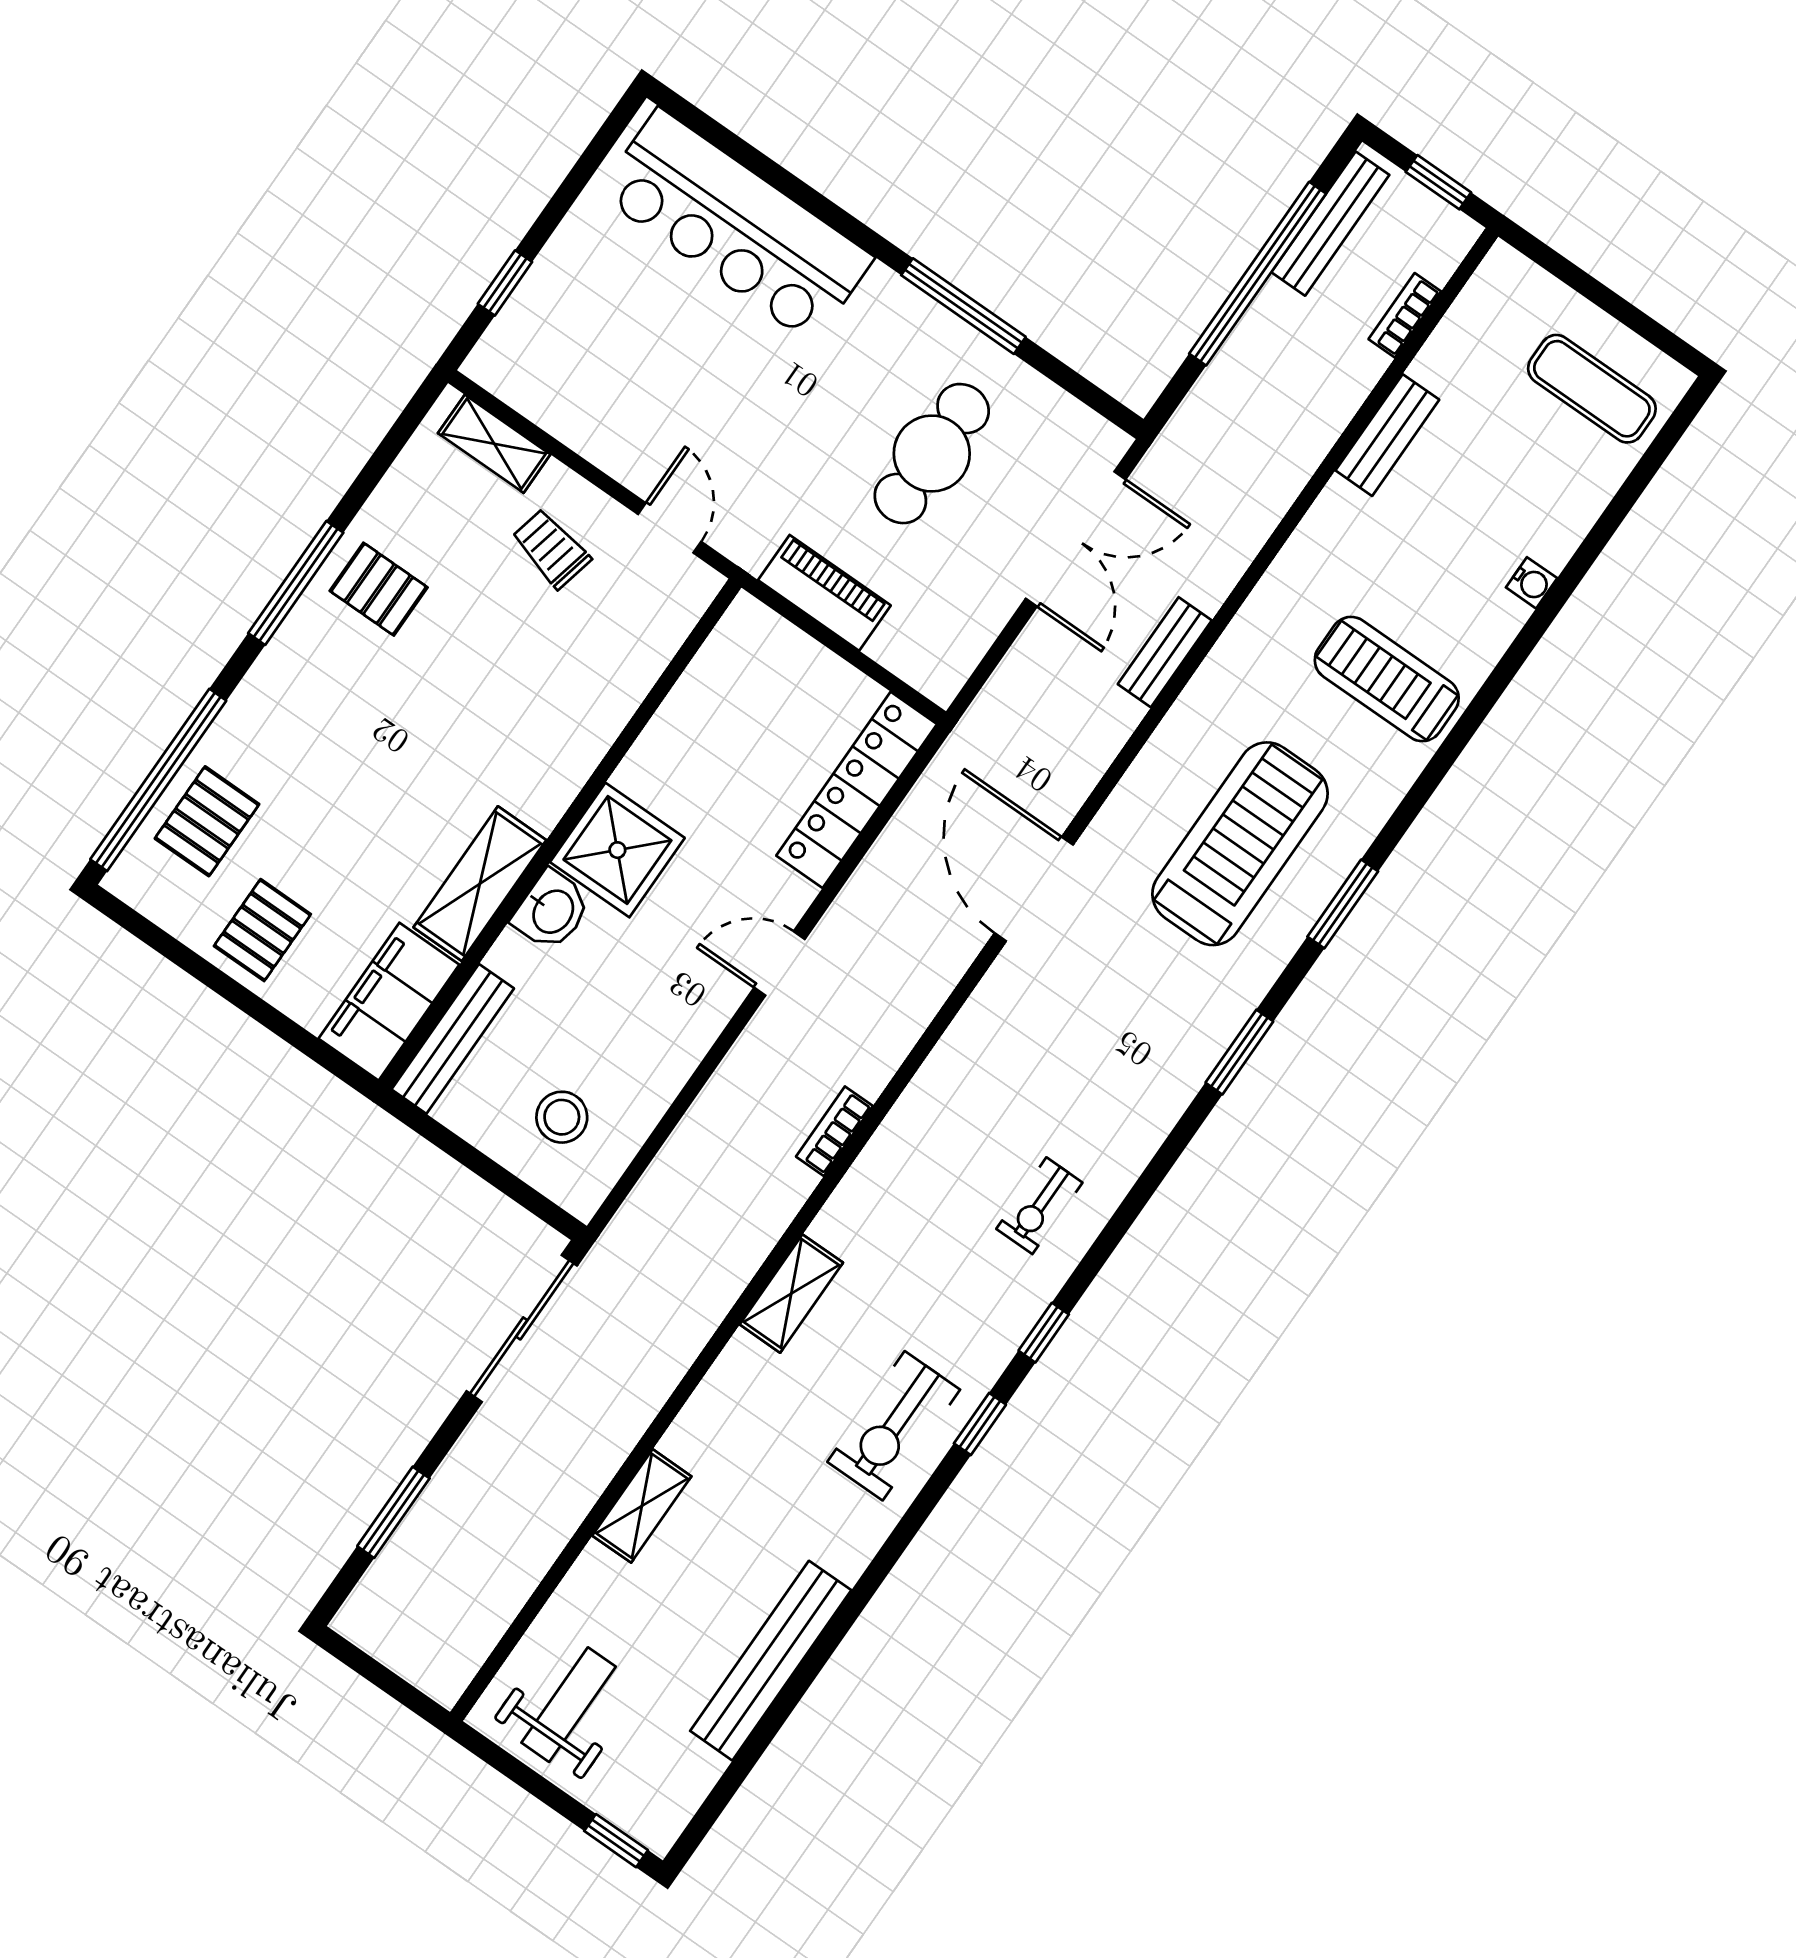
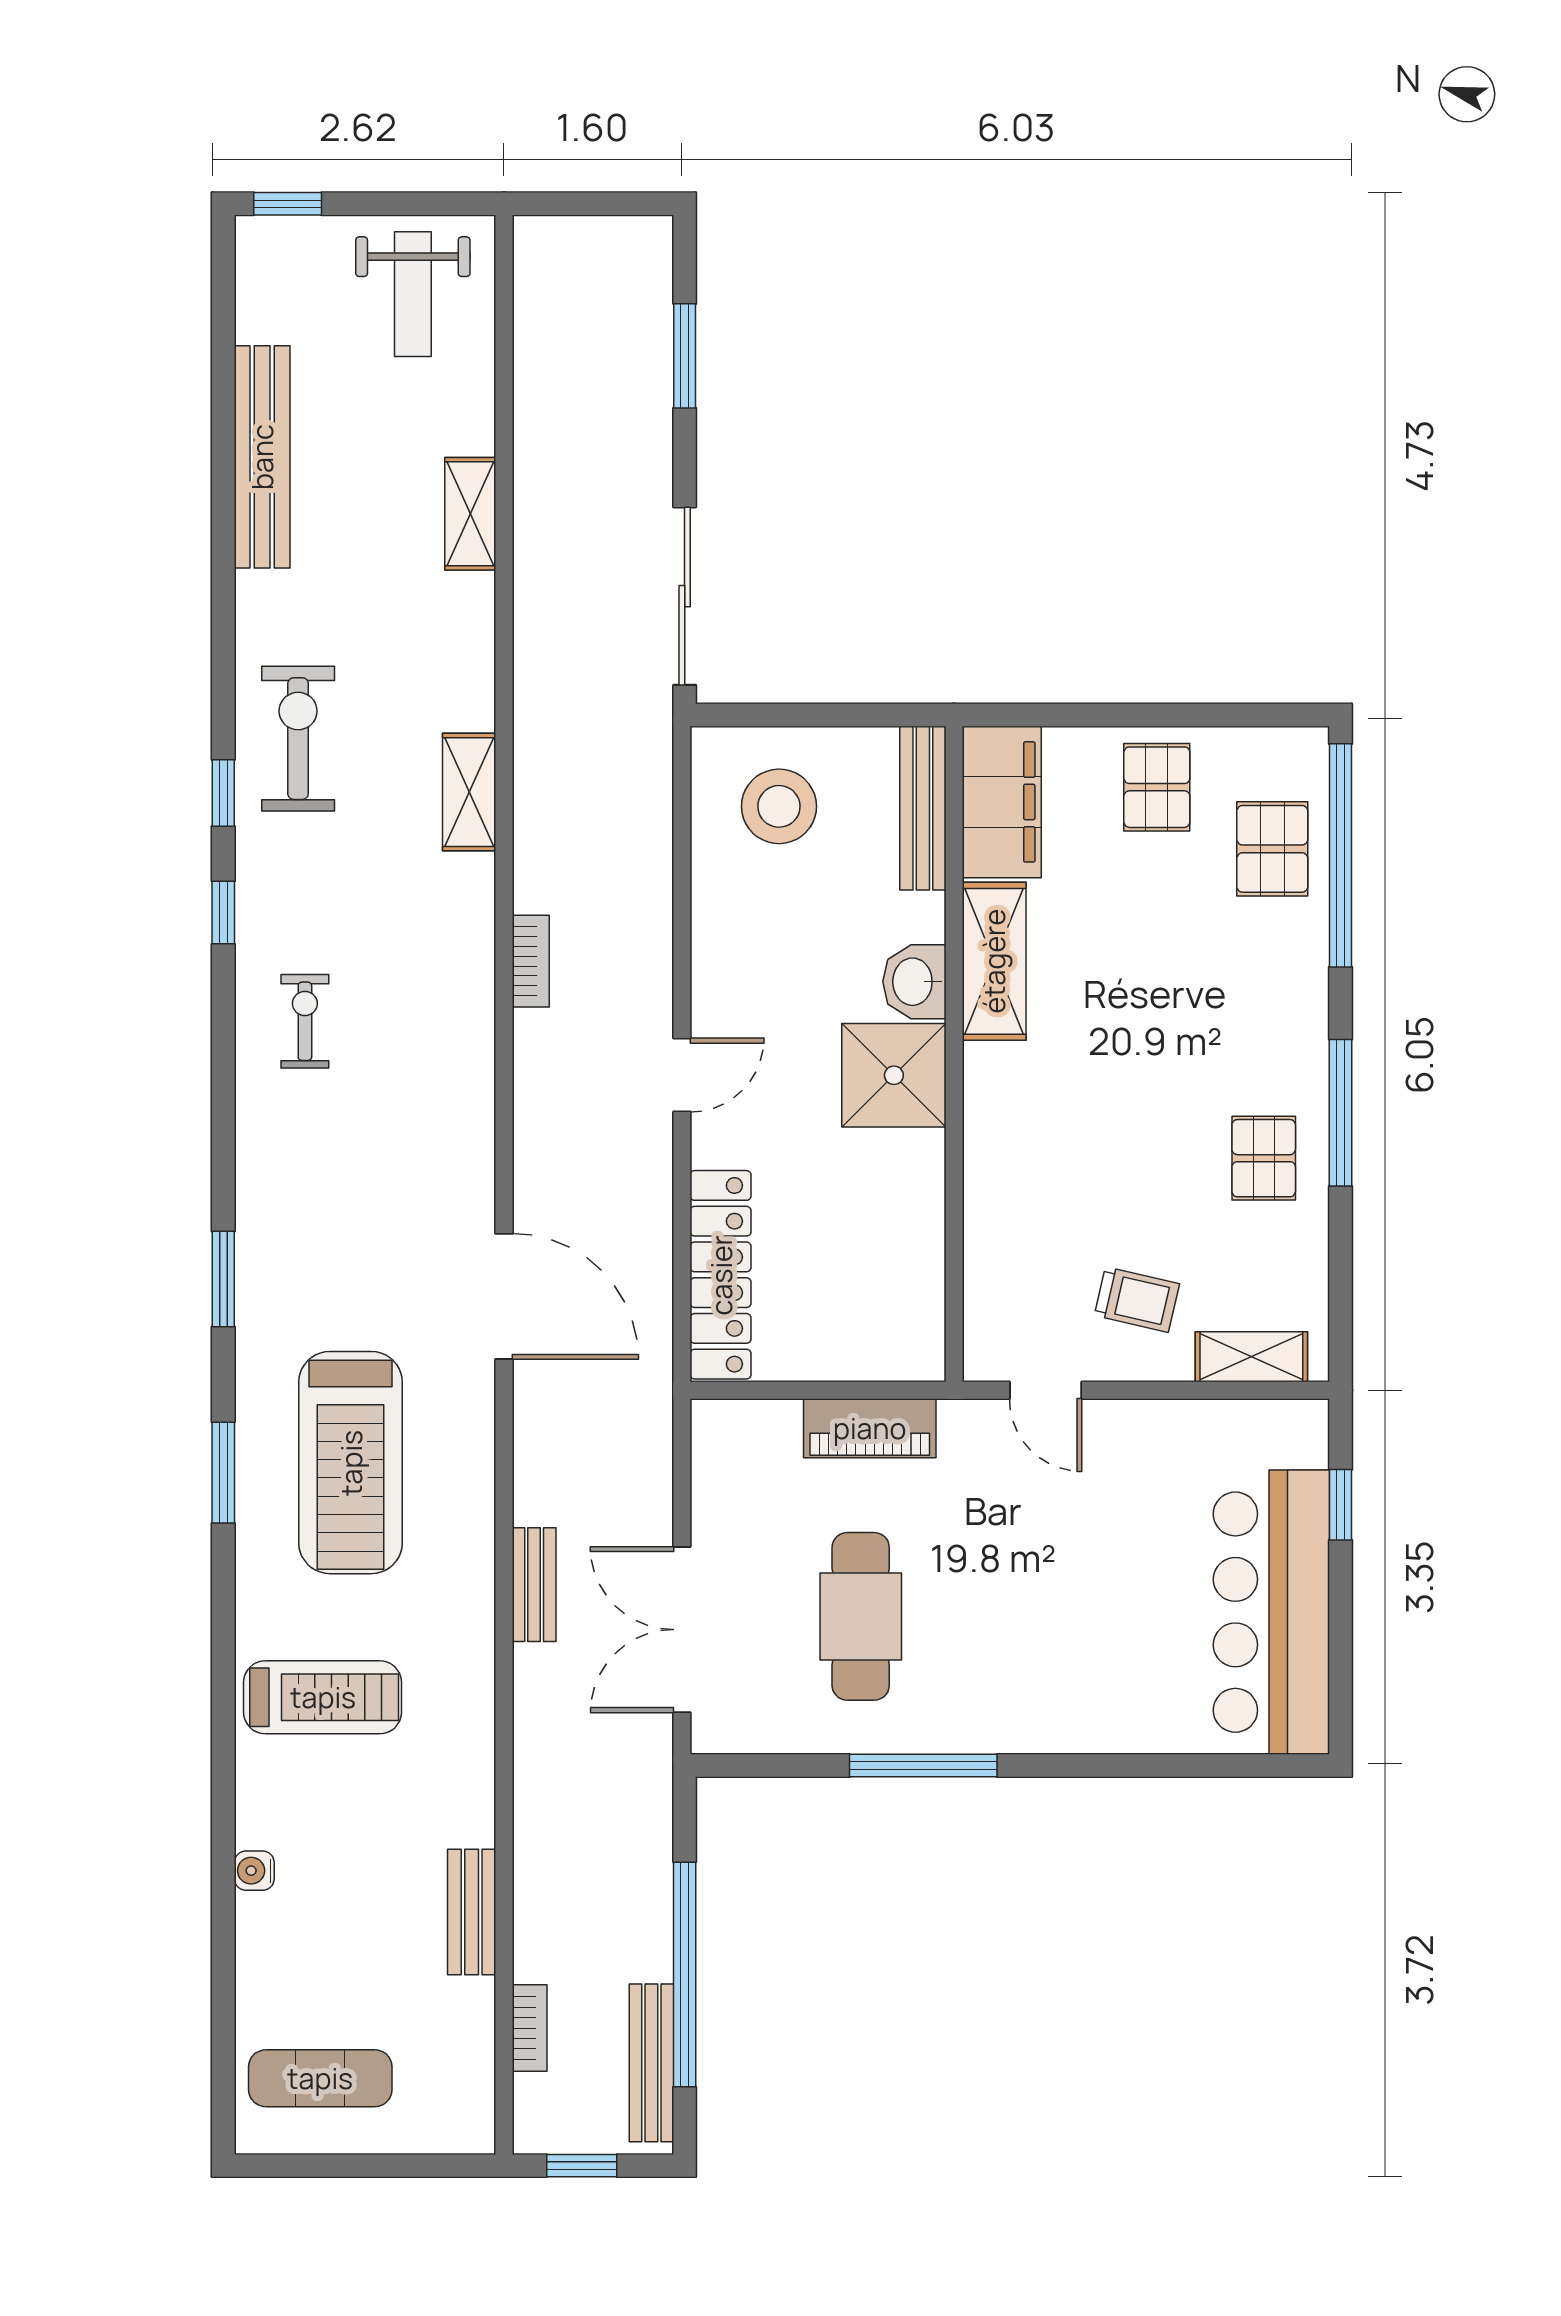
bar counter: (736, 226) -> (1271, 1612), moved, turned -90
pallet: (379, 589) -> (1264, 1158), turned 90
stool: (562, 1117) -> (779, 806), width x1.38, depth x1.38

